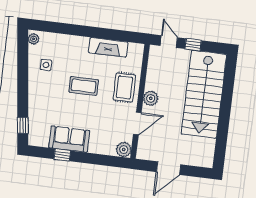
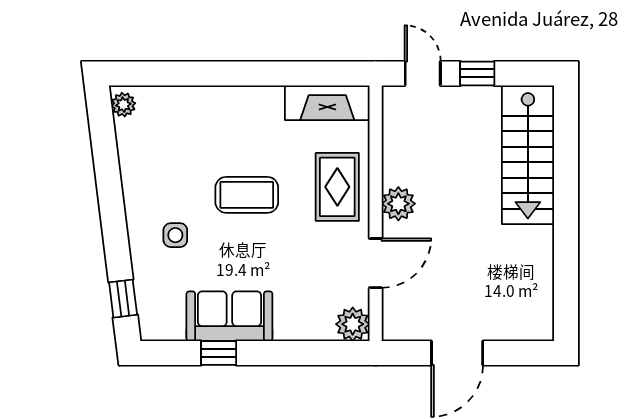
fireplace: (108, 47) -> (327, 103), moved
side table: (46, 65) -> (175, 235), moved
stairs: (204, 94) -> (528, 155), width x0.73, depth x0.66

